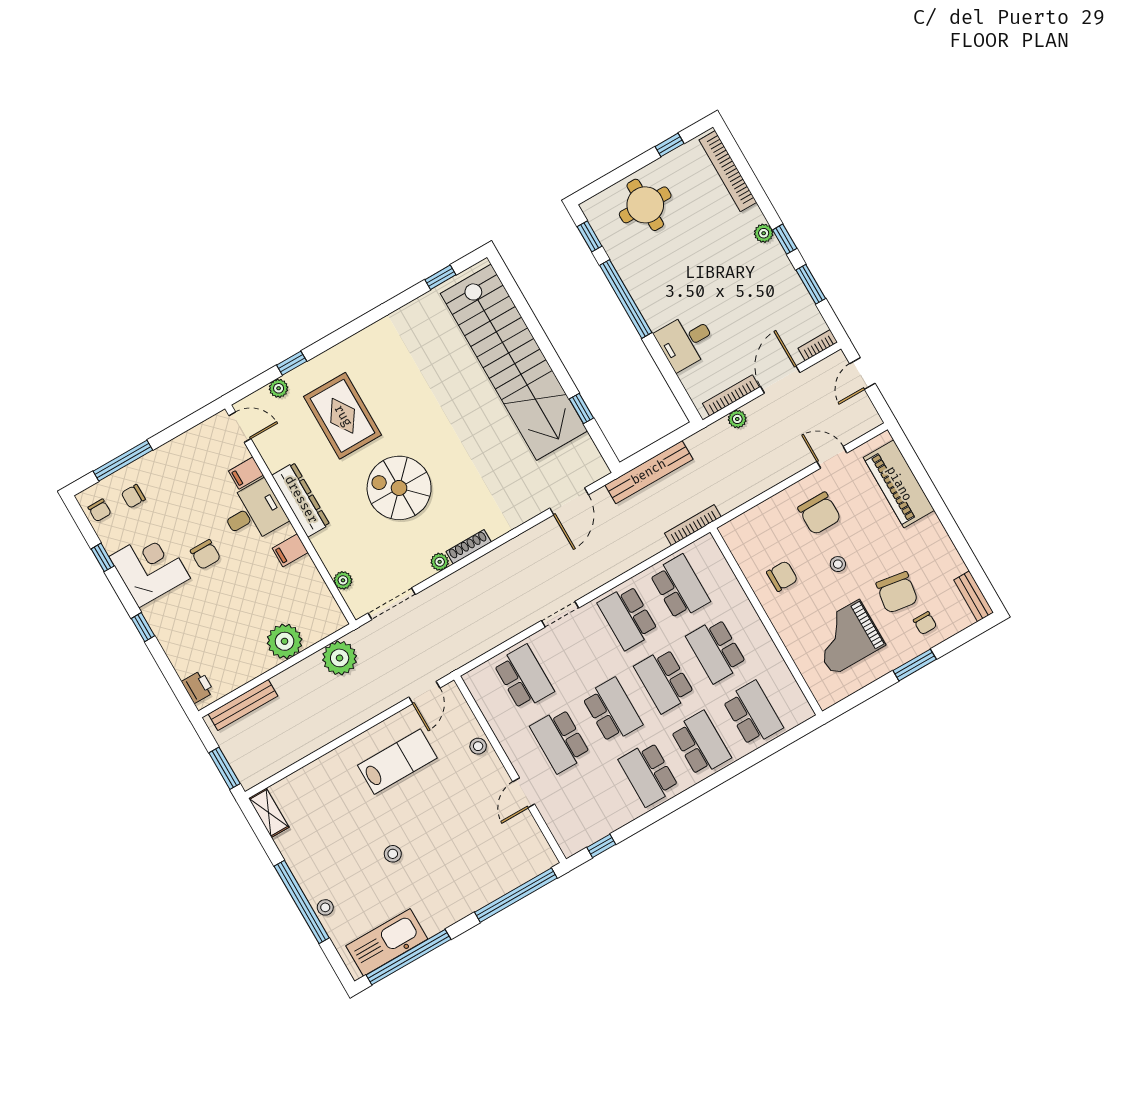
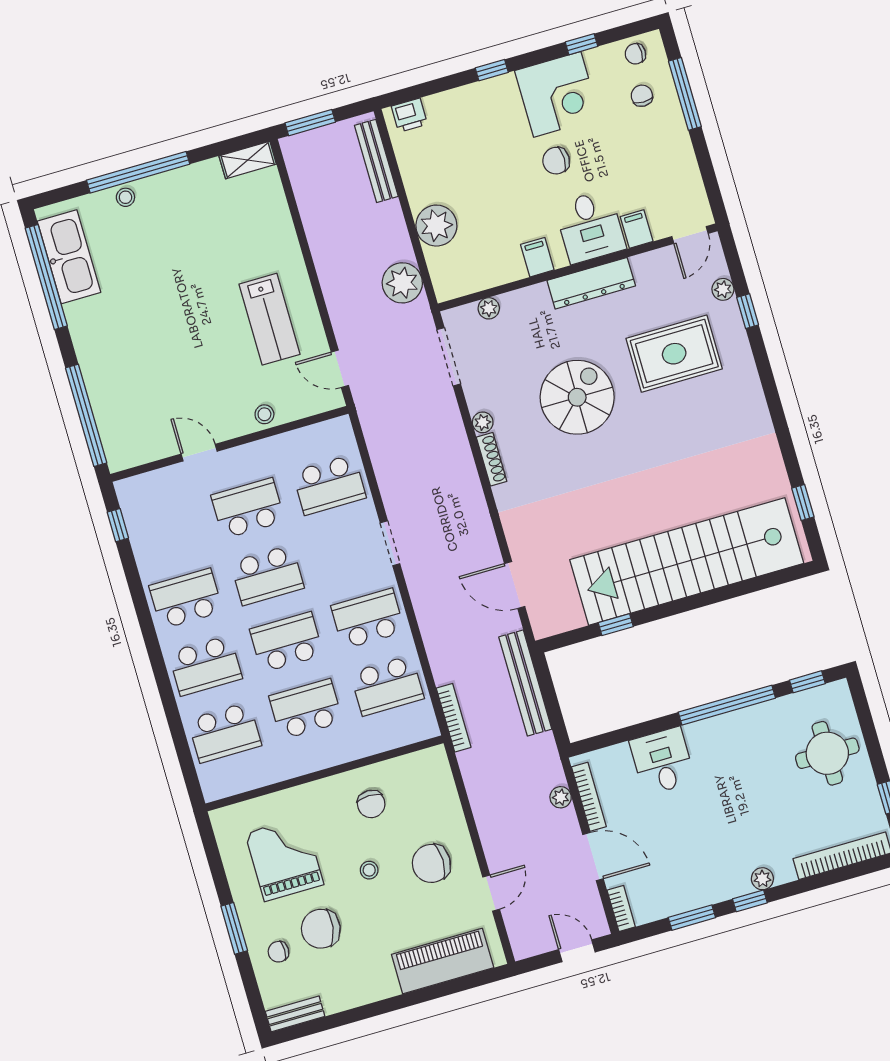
stool: (393, 854) -> (167, 288), removed

